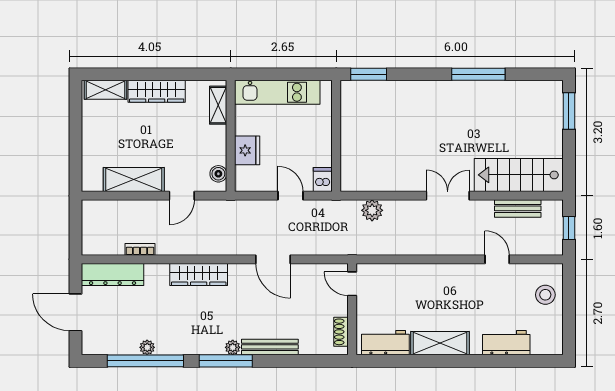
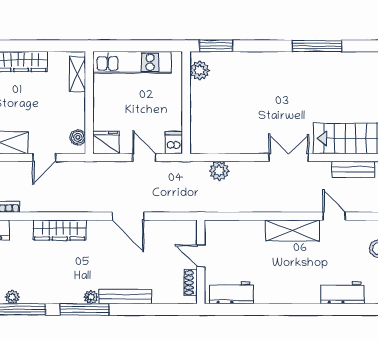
plant: (351, 101) -> (200, 70), added
fridge: (247, 150) -> (106, 142), moved, turned -90
door: (352, 284) -> (201, 256), moved
shelving: (440, 343) -> (293, 231), moved

